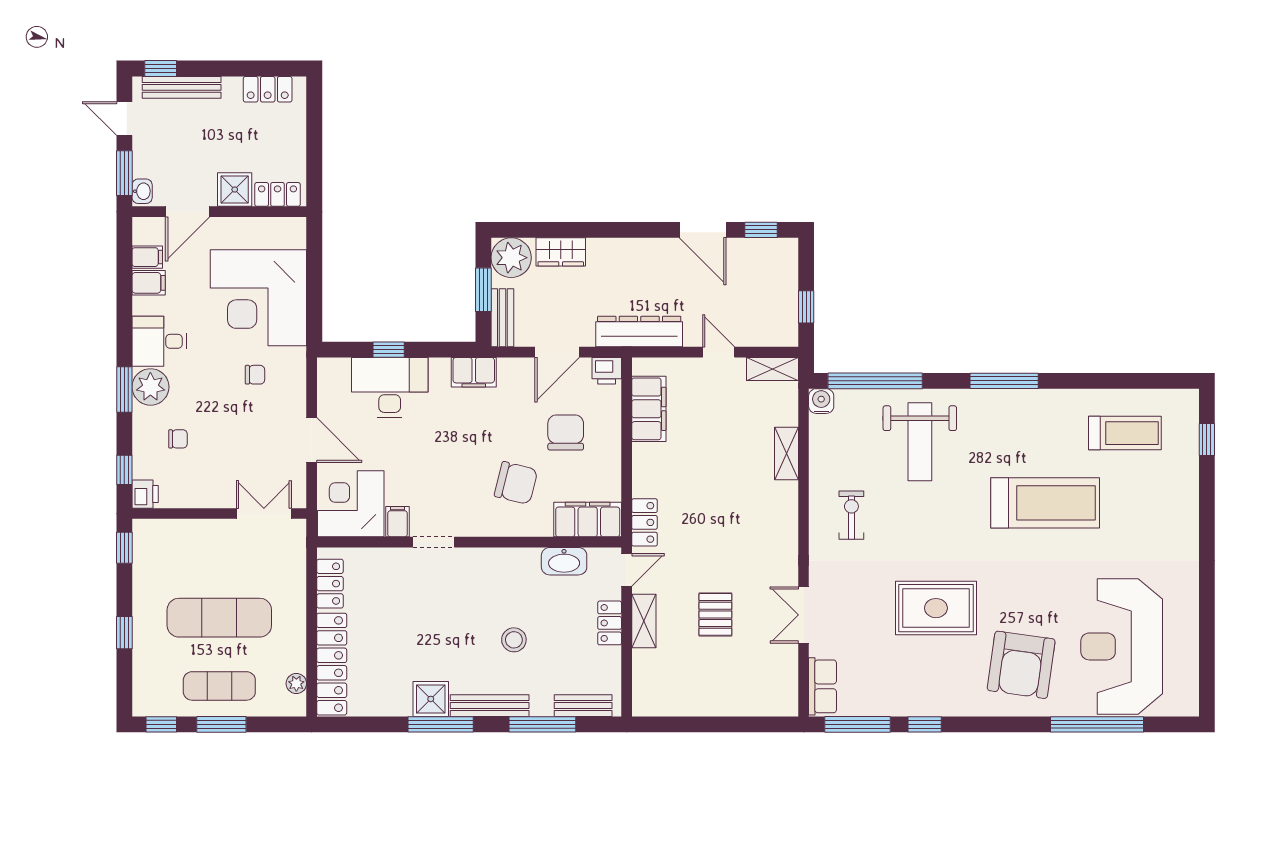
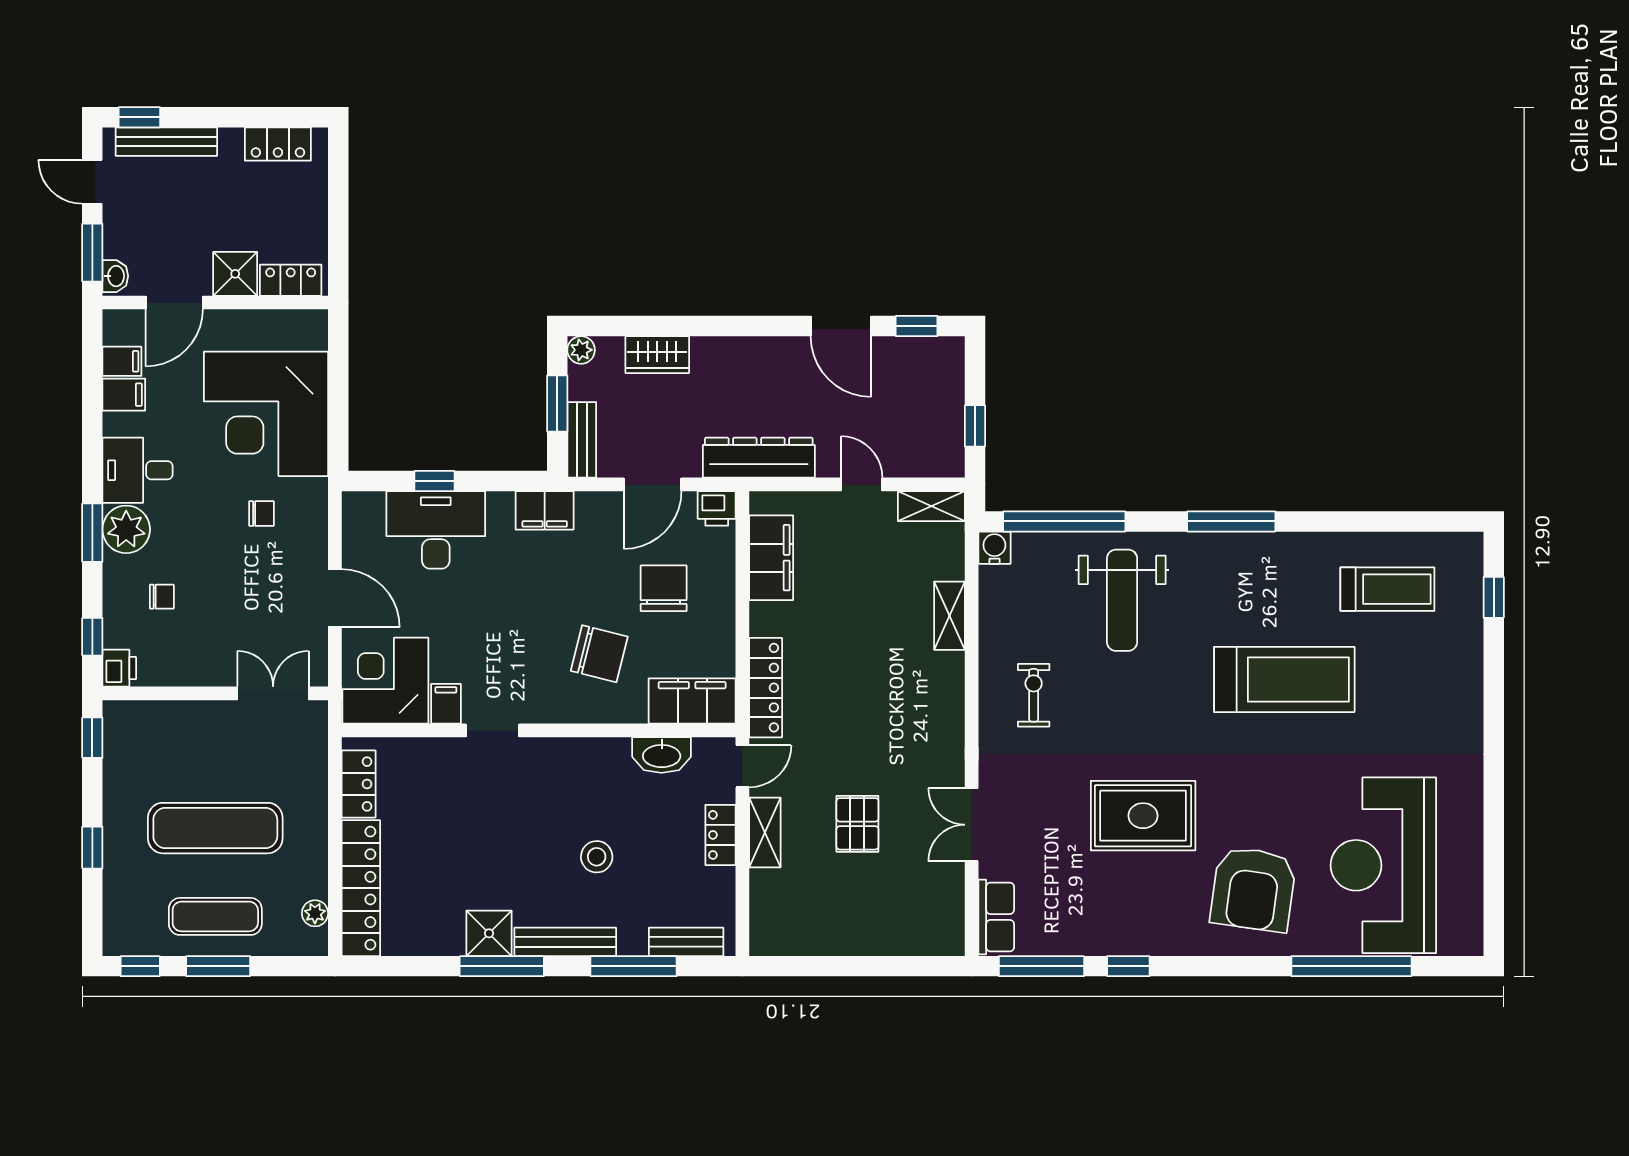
plant: (511, 258) -> (581, 350), width x0.53, depth x0.53
locker: (644, 522) -> (766, 688), width x1.53

